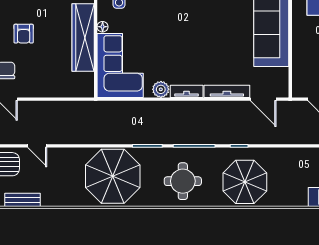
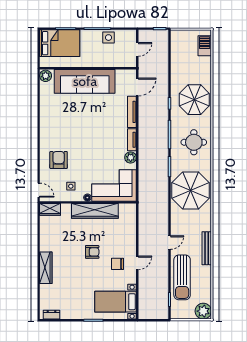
bench: (22, 200) -> (207, 248), width x1.36

